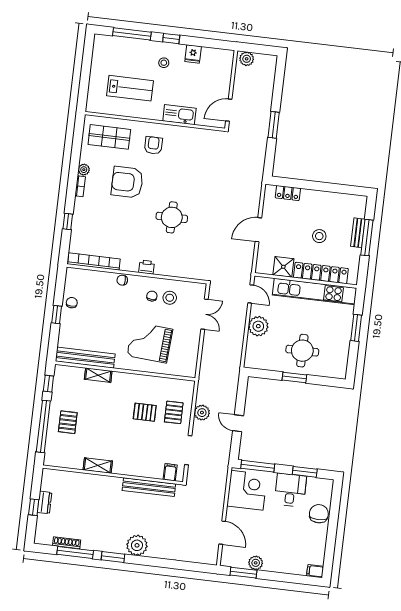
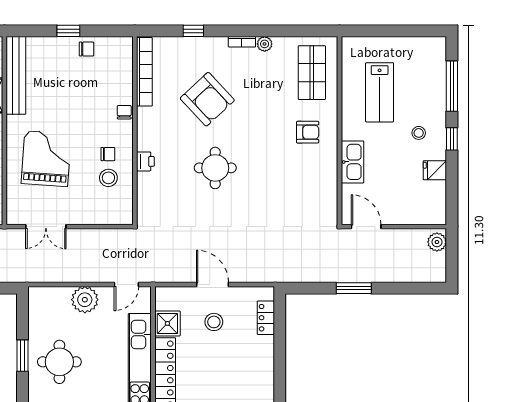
armchair: (127, 182) -> (207, 99), moved, turned 137
stool: (319, 236) -> (214, 322), moved
printer: (147, 267) -> (145, 161), moved
double door: (205, 314) -> (46, 227), moved

